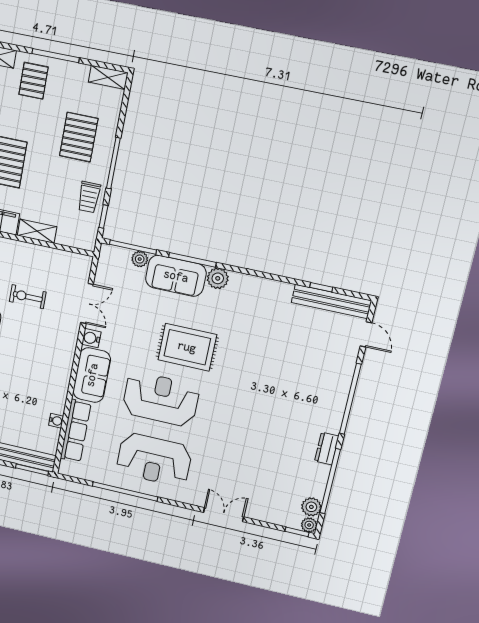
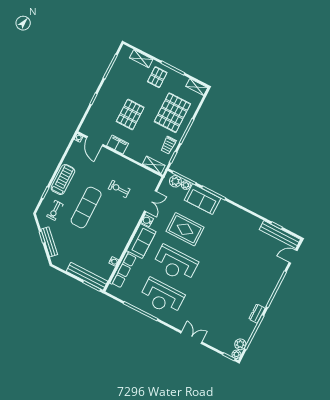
pallet: (79, 137) -> (172, 113), width x1.37, depth x1.41
shelving: (37, 231) -> (154, 165), moved
plant: (218, 278) -> (175, 181), moved
door: (366, 334) -> (293, 257), swing flipped
rug: (187, 347) -> (185, 229), moved
reception desk: (161, 399) -> (175, 264), turned 180

